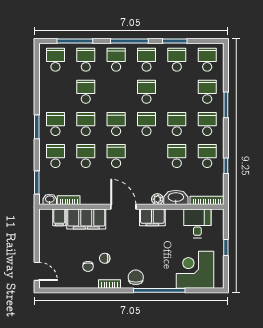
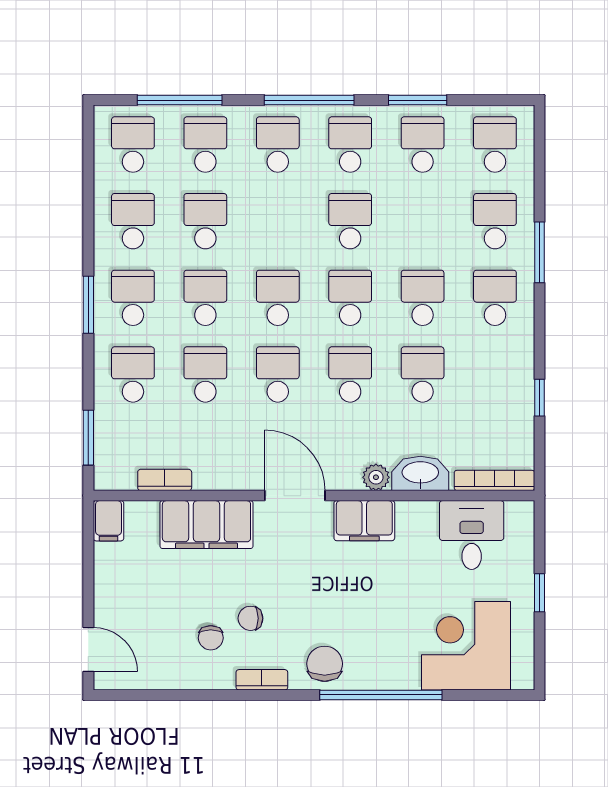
school desk: (55, 92) -> (133, 221), added
school desk: (207, 156) -> (350, 374), moved
washbasin: (50, 199) -> (119, 478), removed
filing cabinet: (59, 217) -> (109, 521), moved

